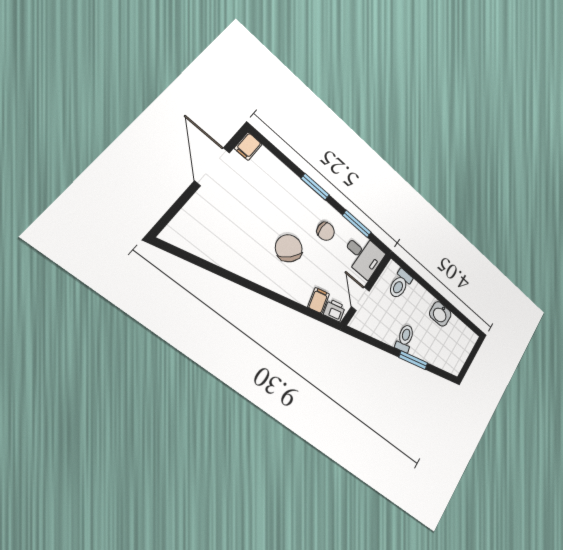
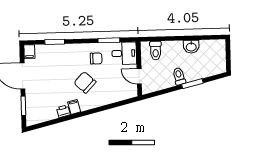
window: (315, 187) -> (55, 42), moved
window: (178, 205) -> (23, 106), added
filing cabinet: (319, 301) -> (74, 107), moved
printer: (334, 310) -> (63, 111), moved

